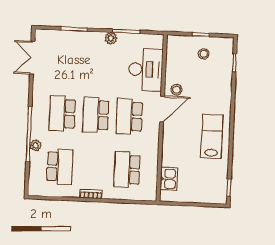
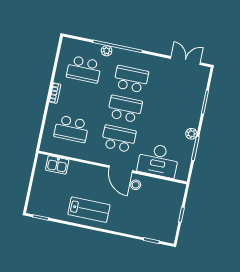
stool: (204, 54) -> (164, 214), removed
school desk: (127, 170) -> (72, 129), turned 180

